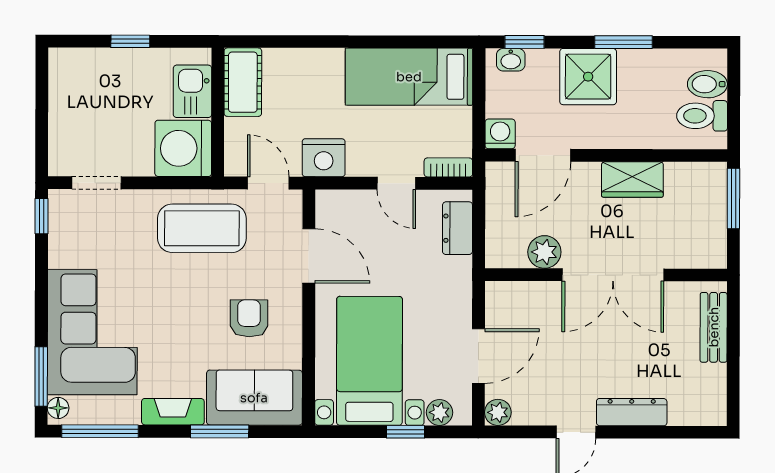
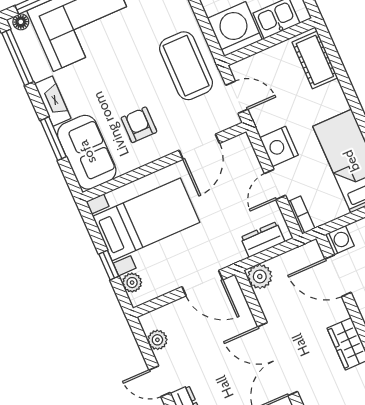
cot: (243, 82) -> (315, 60), moved, turned 90
nightstand: (324, 158) -> (279, 146), moved
door: (268, 183) -> (237, 97), hinge flipped
plant: (544, 252) -> (260, 276), moved
armchair: (249, 318) -> (139, 125), turned -90
door: (478, 356) -> (202, 283), moved
plant: (498, 412) -> (157, 340), moved

